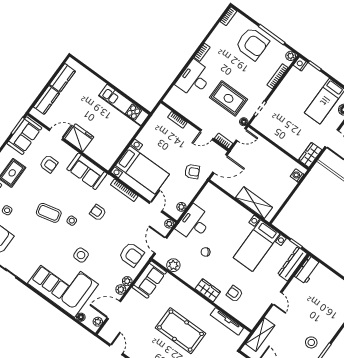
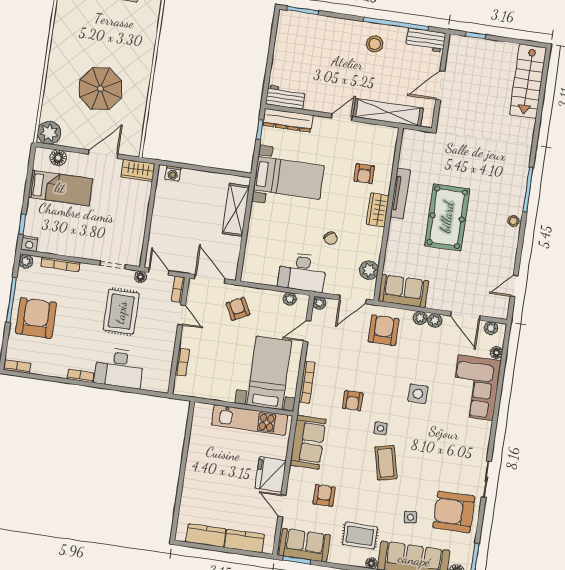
kitchen unit: (124, 105) -> (250, 420), moved, turned 90
corner sofa: (63, 284) -> (476, 388), width x0.73, depth x0.74
tv unit: (227, 321) -> (400, 194), moved
shelving: (260, 335) -> (388, 112), width x1.47

